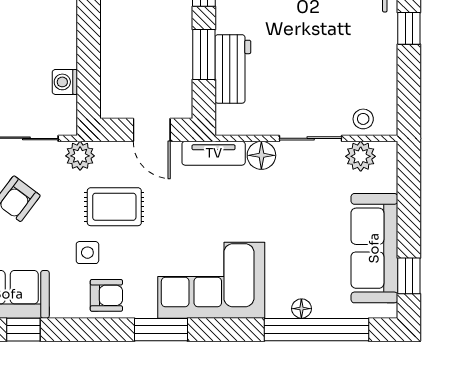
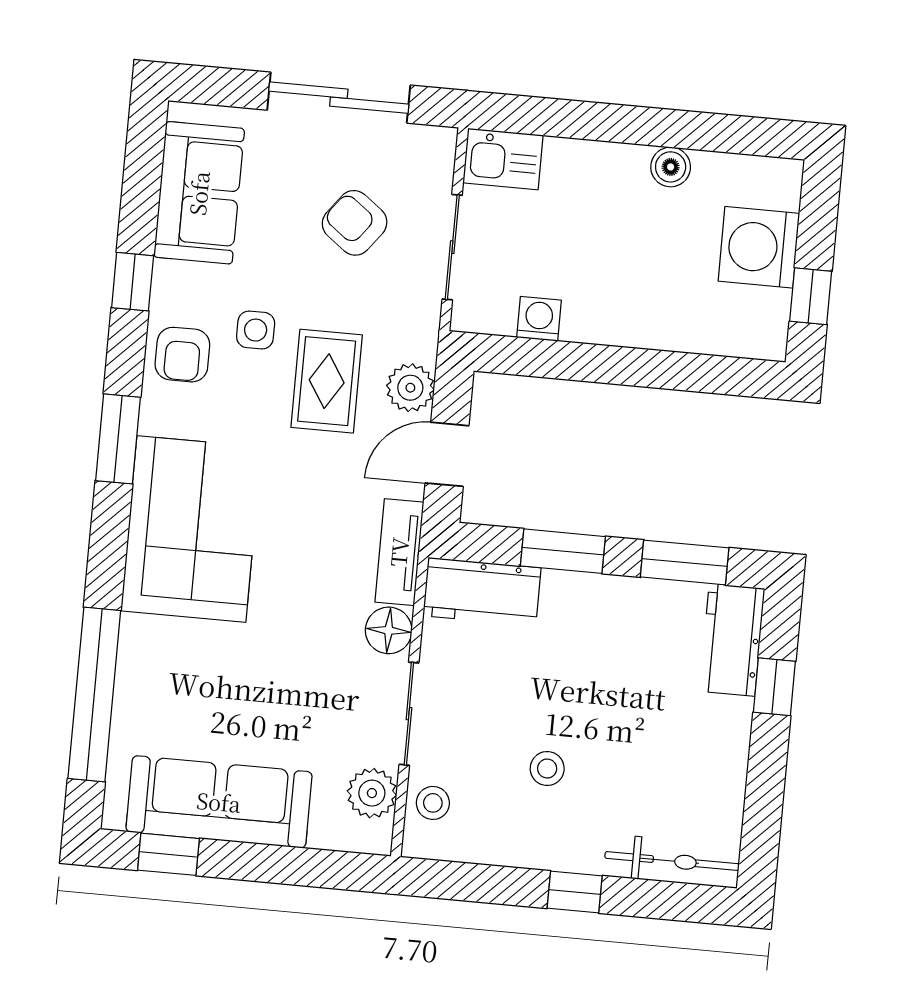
stool: (336, 52) -> (547, 769), added
workbench: (233, 69) -> (482, 592), moved
plant: (80, 156) -> (410, 388), moved
floor lamp: (301, 309) -> (131, 673), removed
window: (23, 330) -> (133, 282), moved

